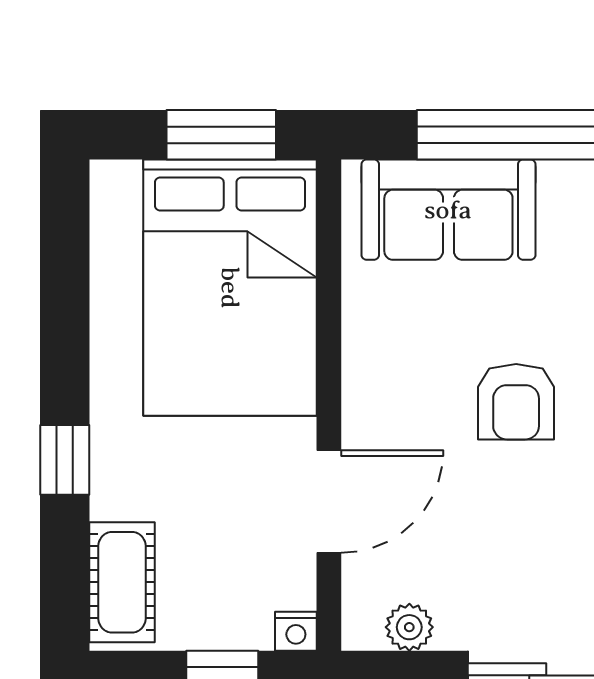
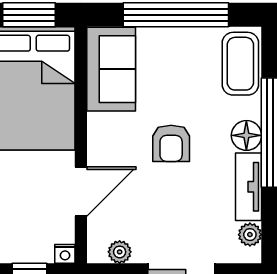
sofa: (448, 210) -> (111, 69), moved, turned -90

